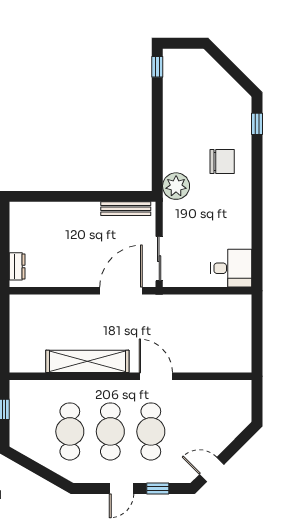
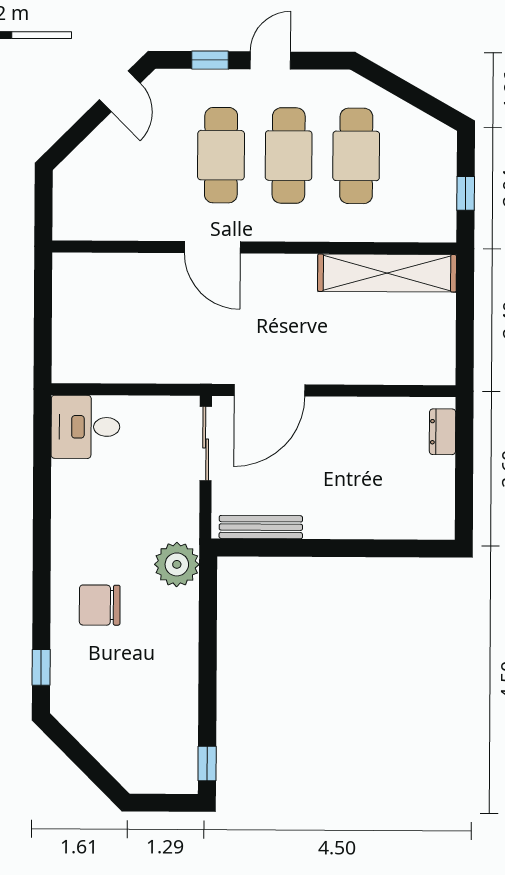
shelving: (87, 361) -> (387, 273), moved
door: (212, 469) -> (120, 91), hinge flipped

